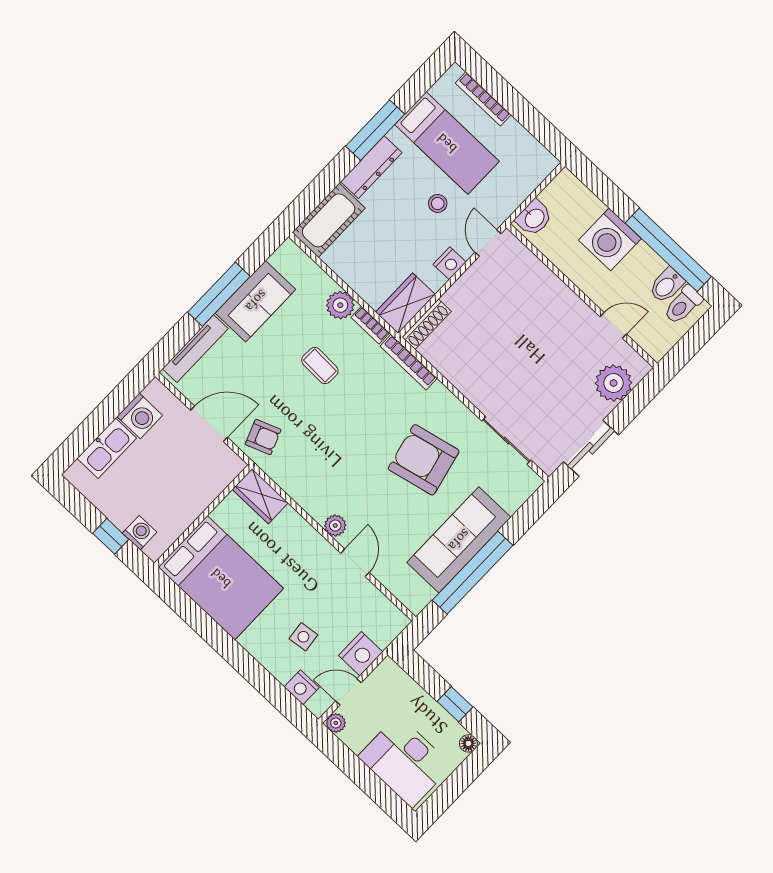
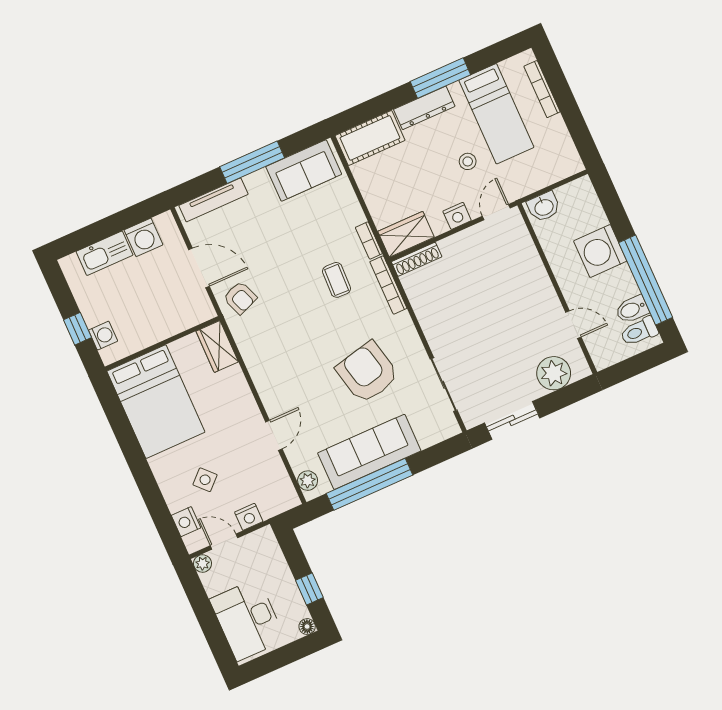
sofa: (256, 301) -> (304, 170), moved
plant: (340, 305) -> (351, 213), removed
coffee table: (320, 366) -> (337, 280), moved
plant: (335, 526) -> (308, 481), moved
side table: (303, 637) -> (205, 480), turned -37
nightstand: (361, 654) -> (249, 517), width x0.74, depth x0.75

